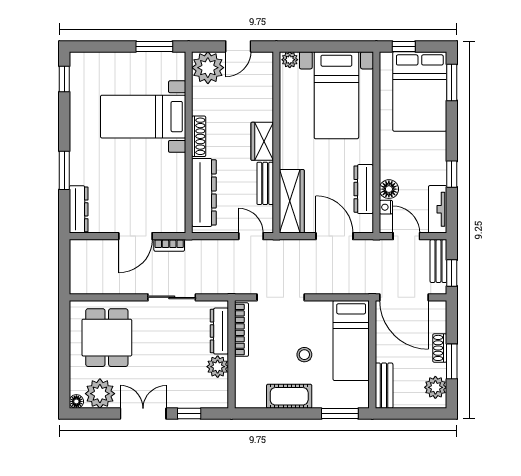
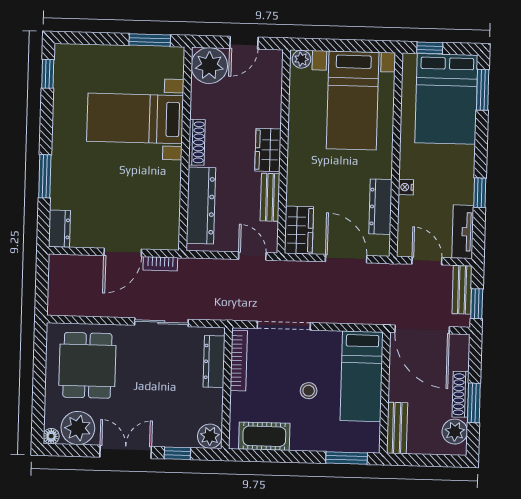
floor lamp: (389, 189) -> (409, 208), removed
wardrobe: (292, 201) -> (299, 230), width x0.67
nightstand: (386, 207) -> (406, 187), moved
dresser: (79, 209) -> (60, 229), width x0.70
shoe rack: (440, 348) -> (461, 394), width x1.43
plant: (218, 367) -> (210, 436), moved
cot: (289, 396) -> (264, 436), moved

